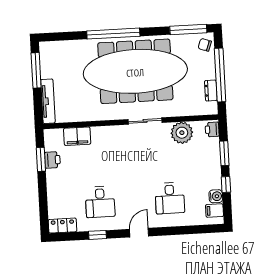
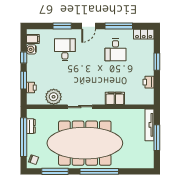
window: (188, 30) -> (55, 171), moved
window: (36, 70) -> (157, 138), moved
printer: (212, 129) -> (31, 88), moved
filing cabinet: (77, 136) -> (115, 98), moved
window: (41, 159) -> (157, 62), moved
desk: (100, 202) -> (116, 50), turned 180
window: (175, 231) -> (62, 26), added
window: (98, 235) -> (119, 26), width x2.17

